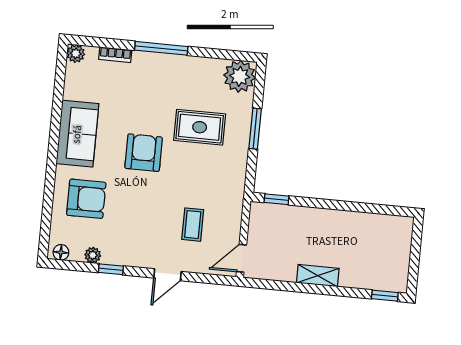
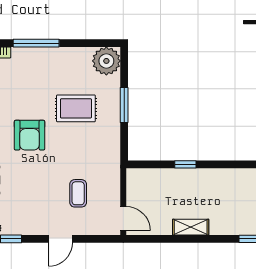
armchair: (144, 153) -> (30, 135), turned 180
window: (276, 199) -> (185, 164), moved
door: (242, 258) -> (123, 219), swing flipped

